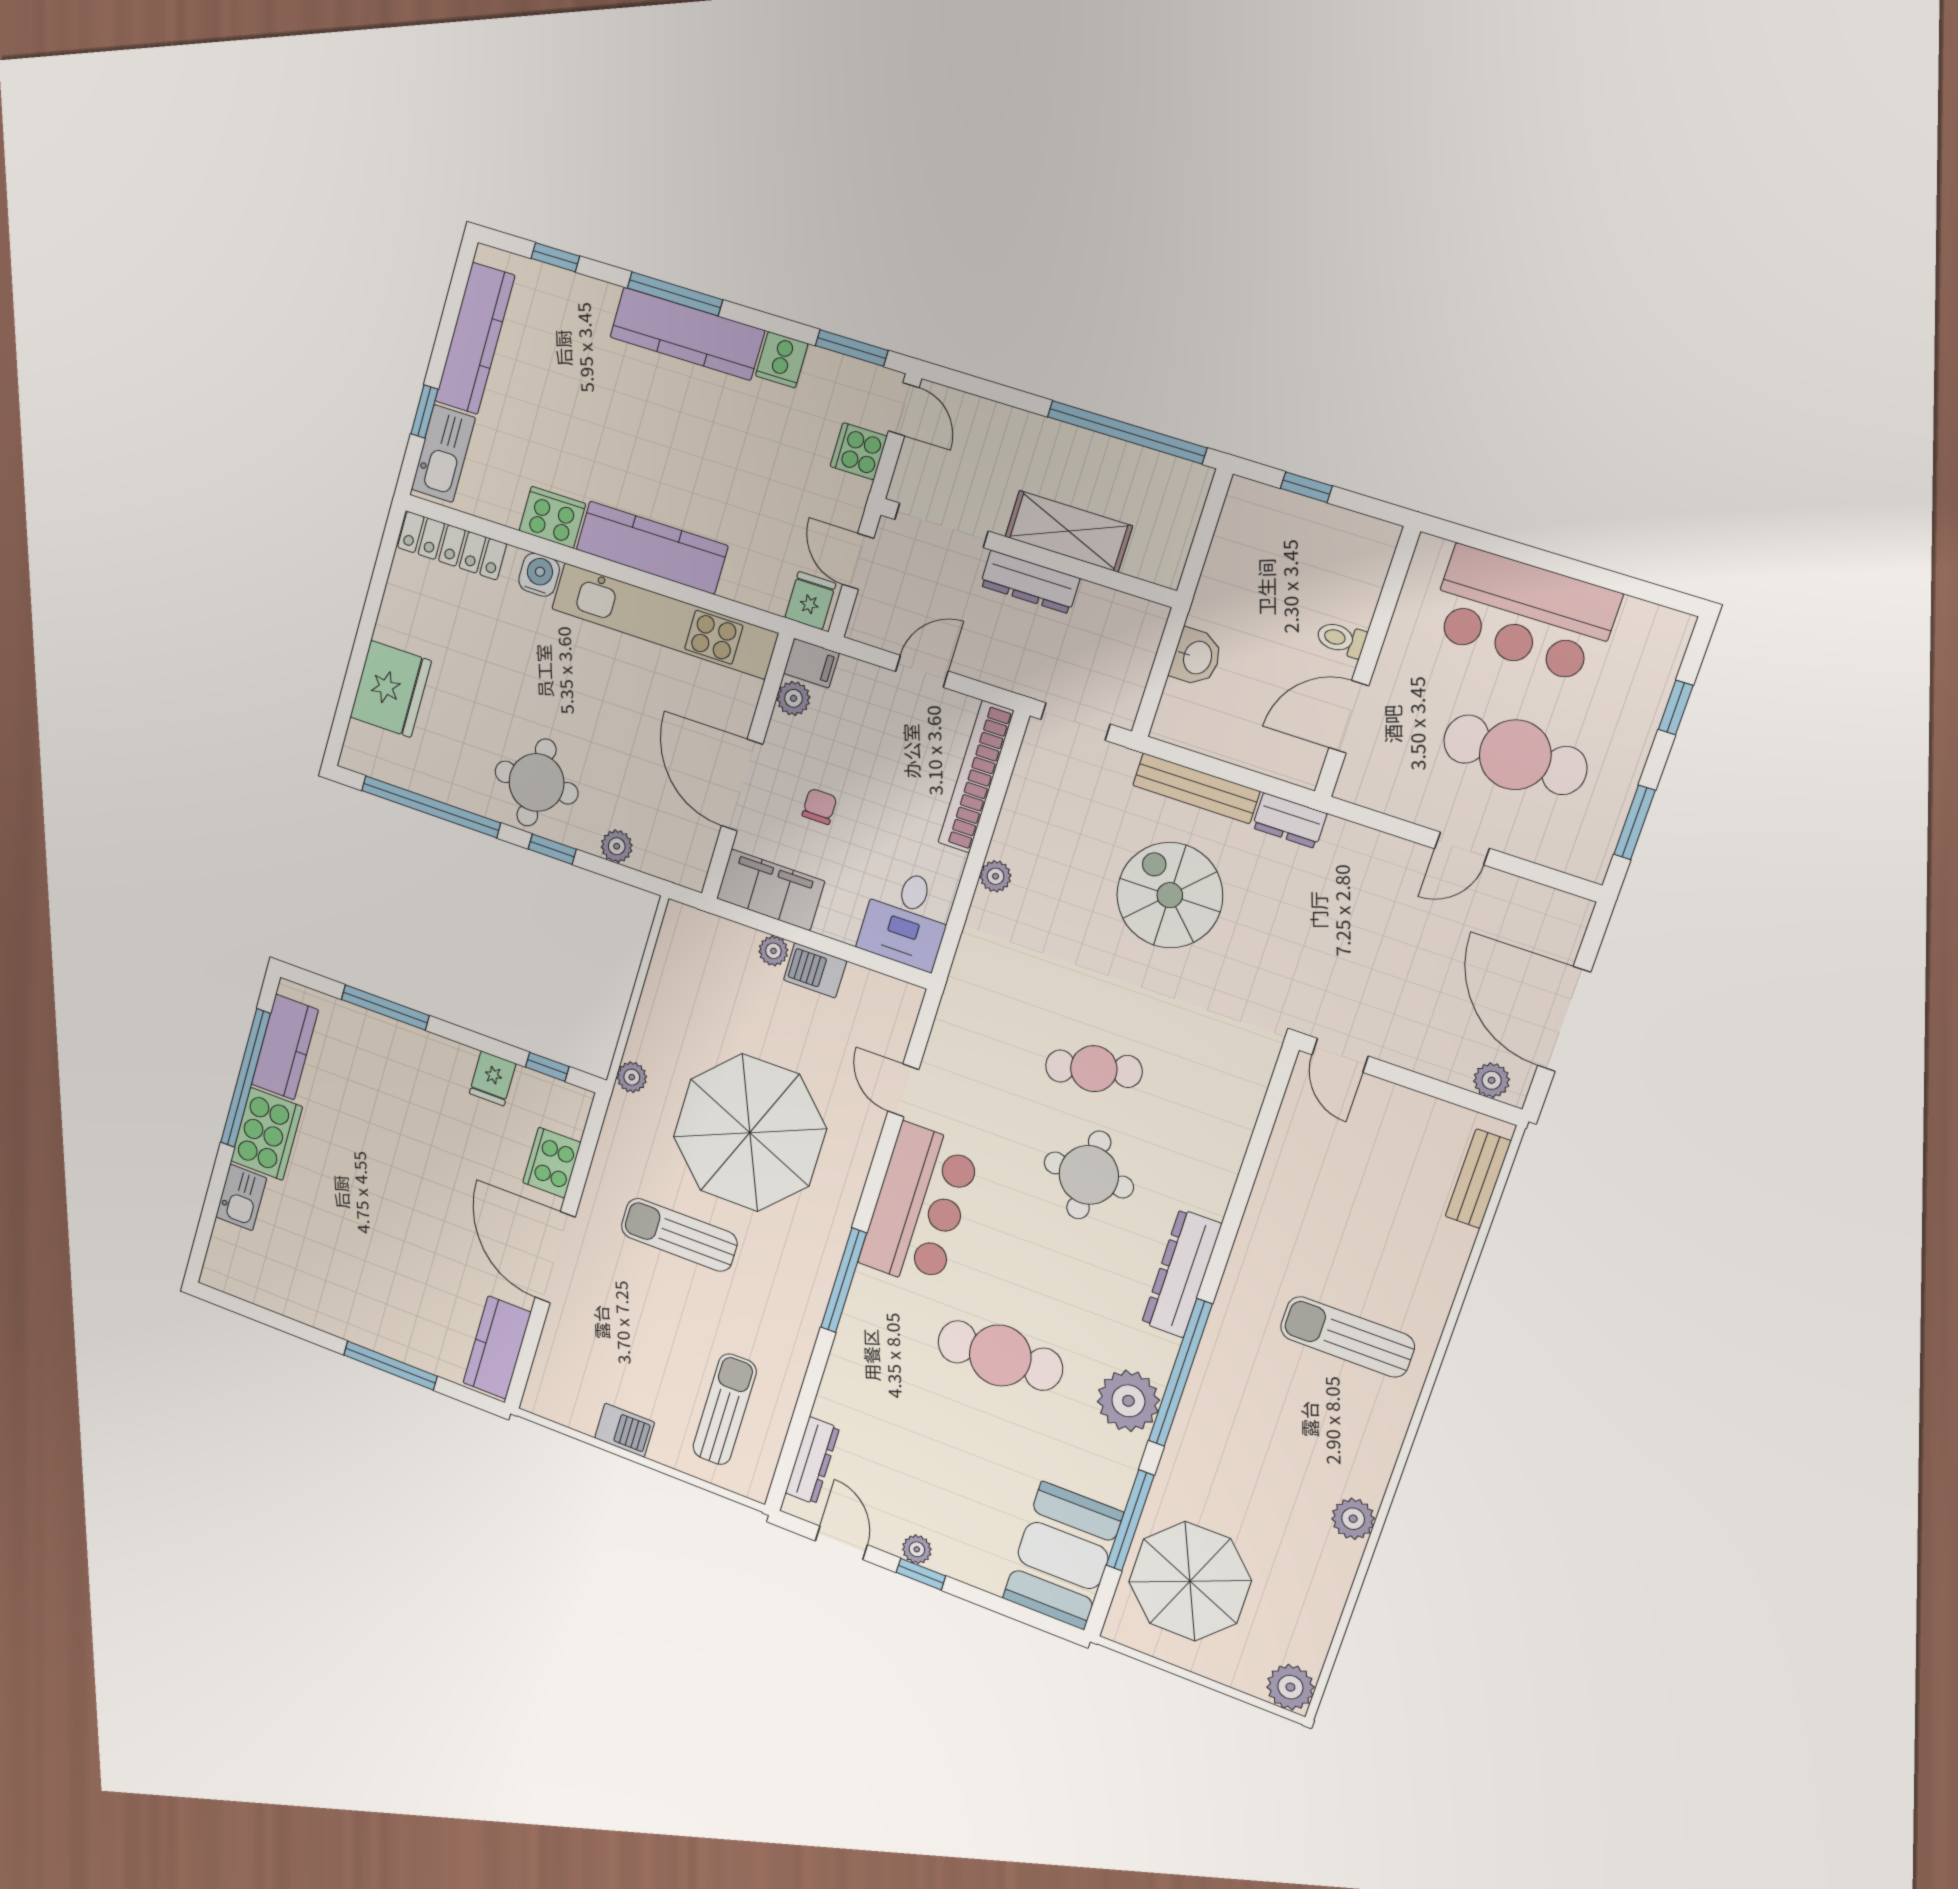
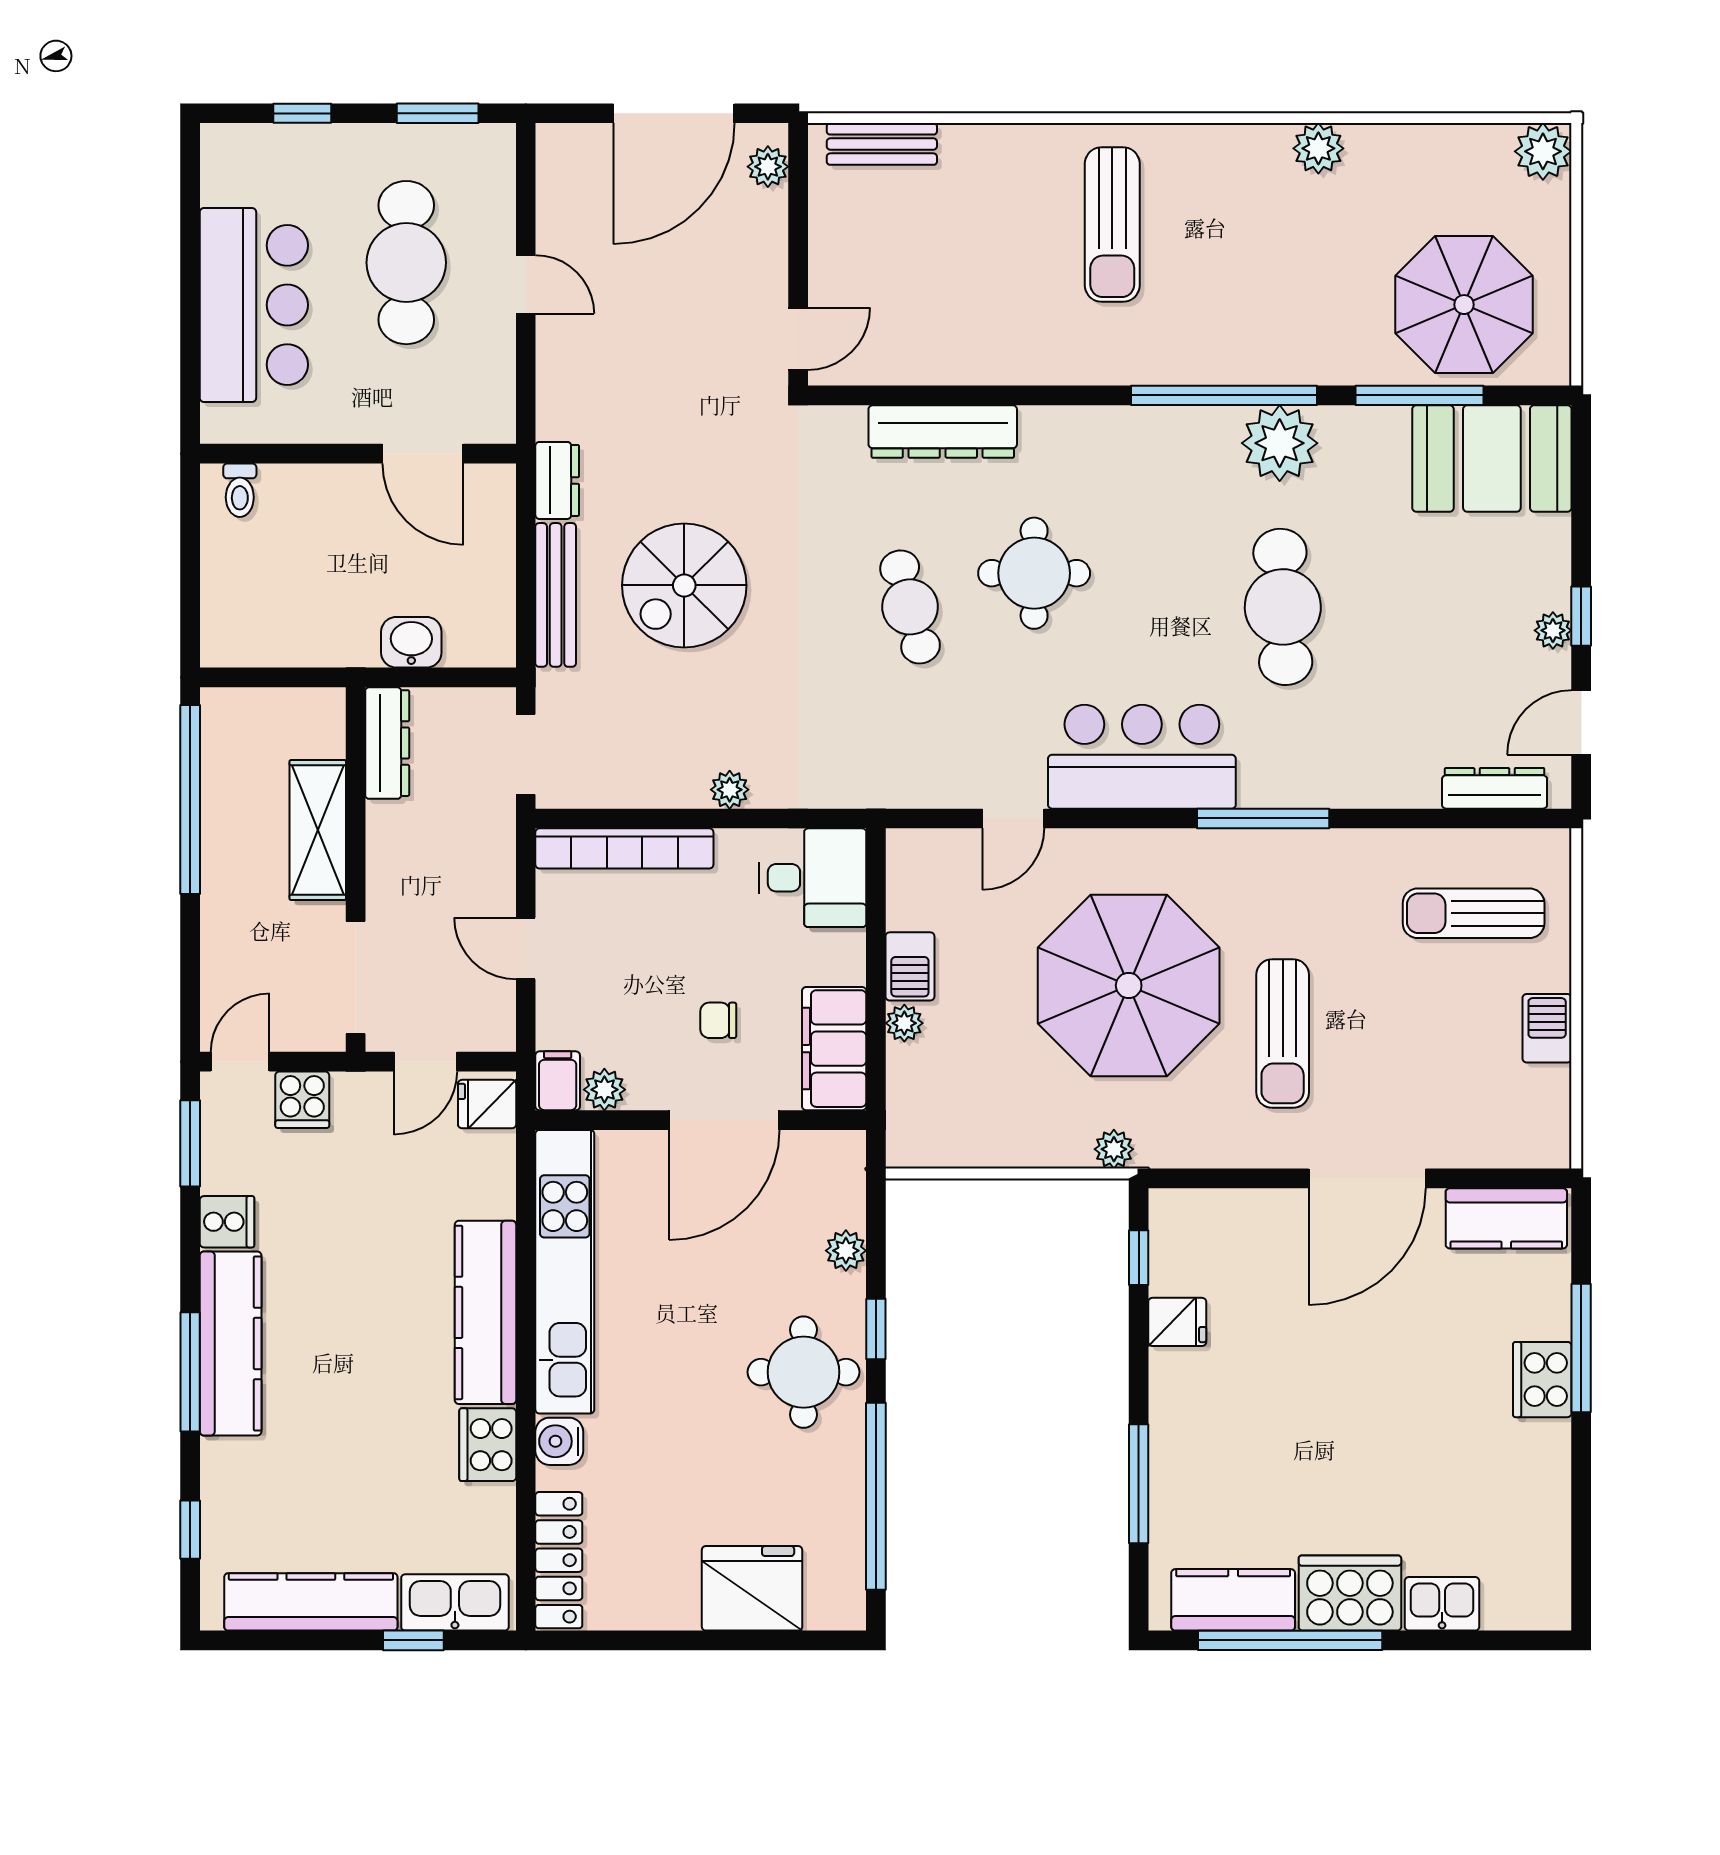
window: (1306, 487) -> (190, 582), removed
dresser: (1030, 582) -> (387, 743), moved
toilet: (1341, 639) -> (240, 490), moved
cooker: (552, 1163) -> (1542, 1380), moved, turned 90
dresser: (1182, 1273) -> (943, 431), moved

